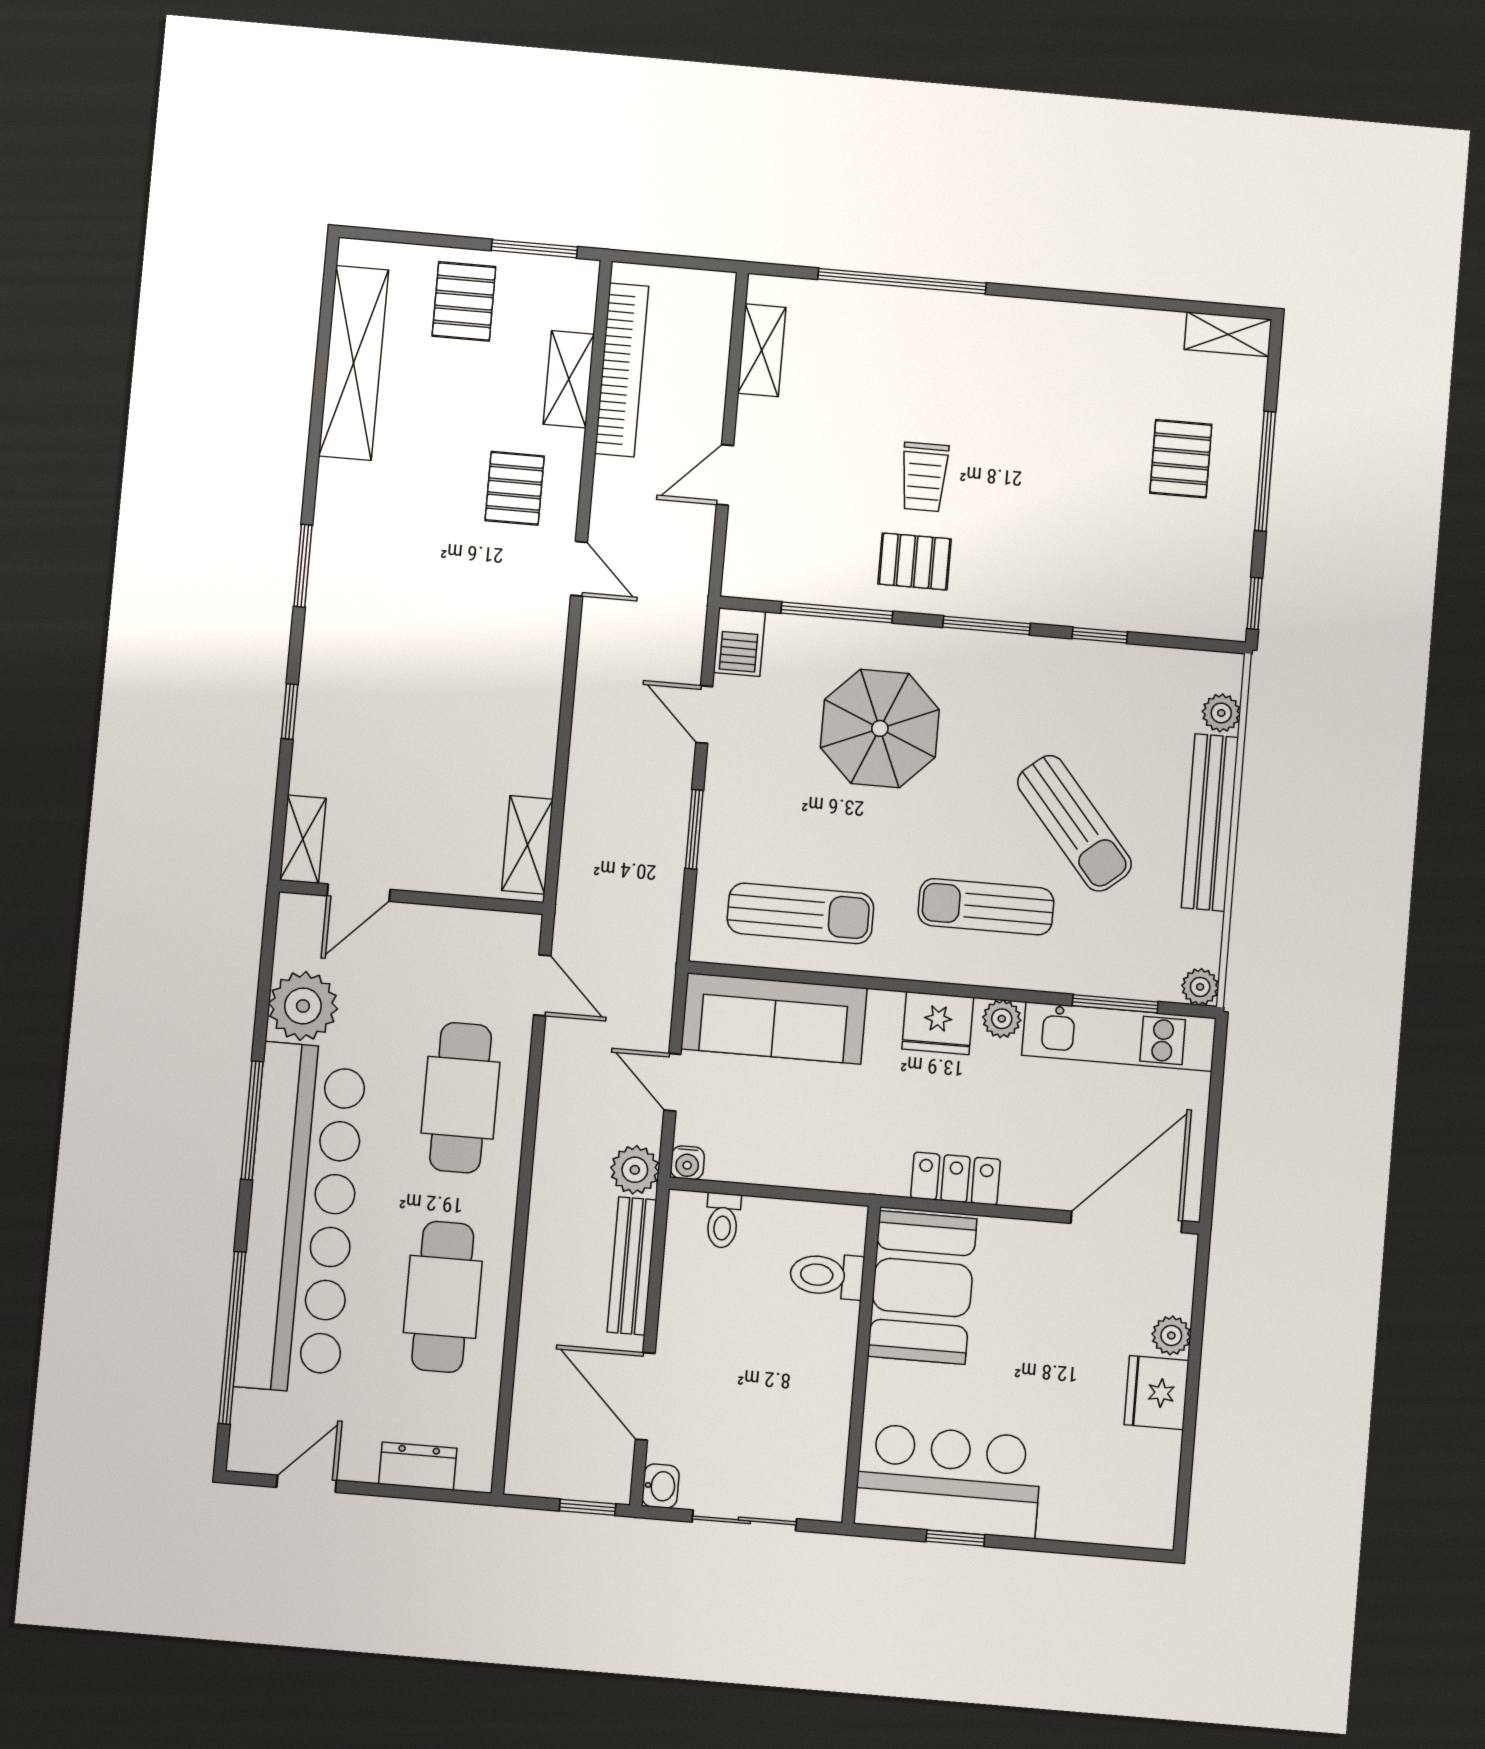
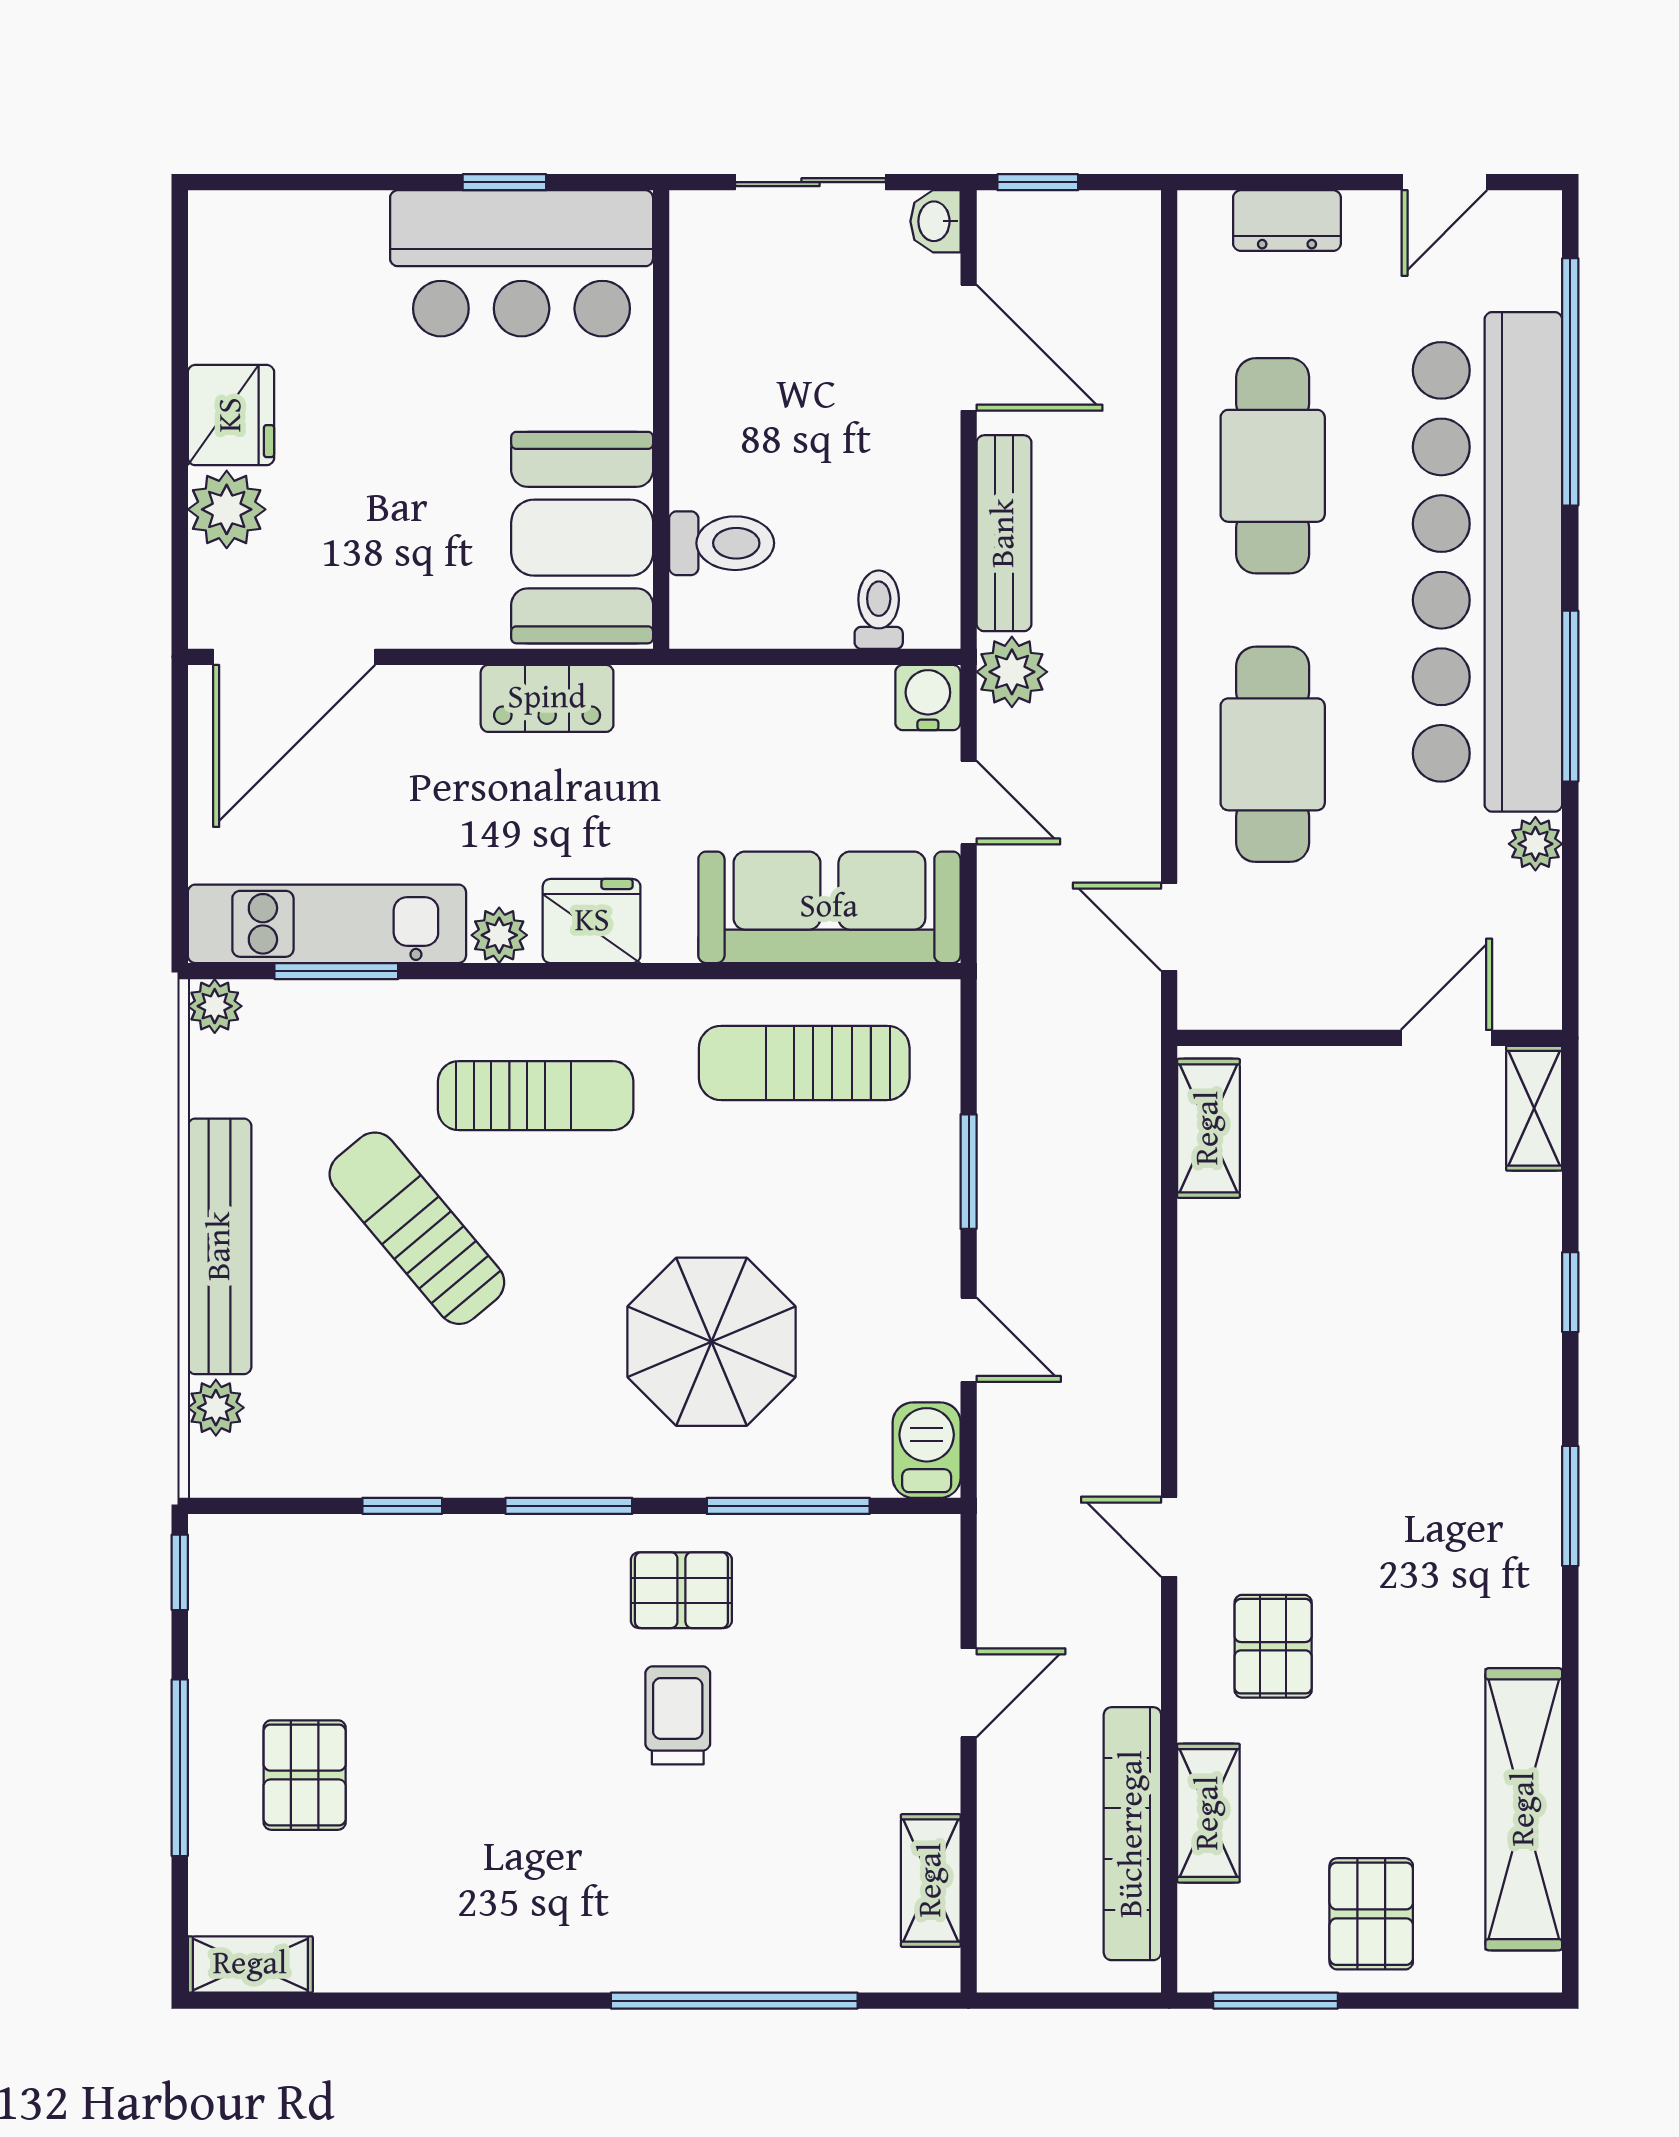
plant: (303, 1006) -> (1535, 844), width x0.53, depth x0.53
water cooler: (687, 1163) -> (928, 698), width x1.38, depth x1.38
plant: (1171, 1336) -> (227, 509), width x1.38, depth x1.38

